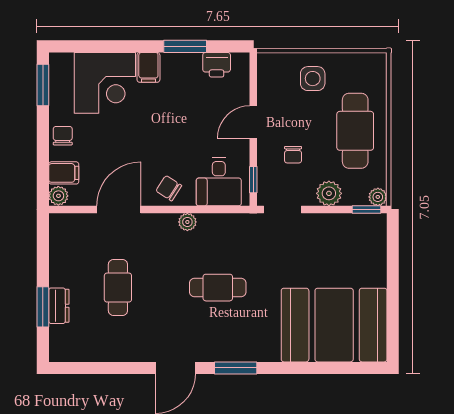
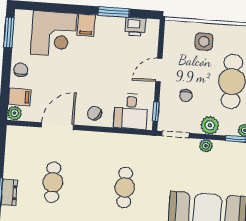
plant: (187, 222) -> (206, 146), moved
cafe table: (218, 288) -> (125, 187), turned 90

